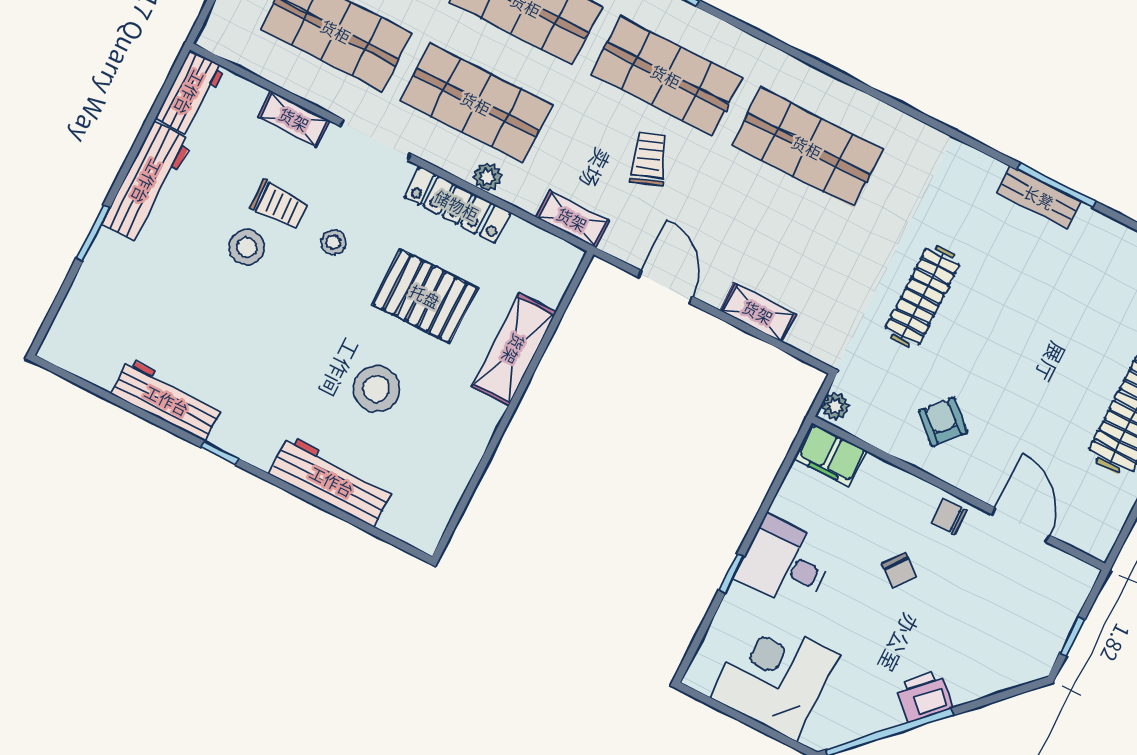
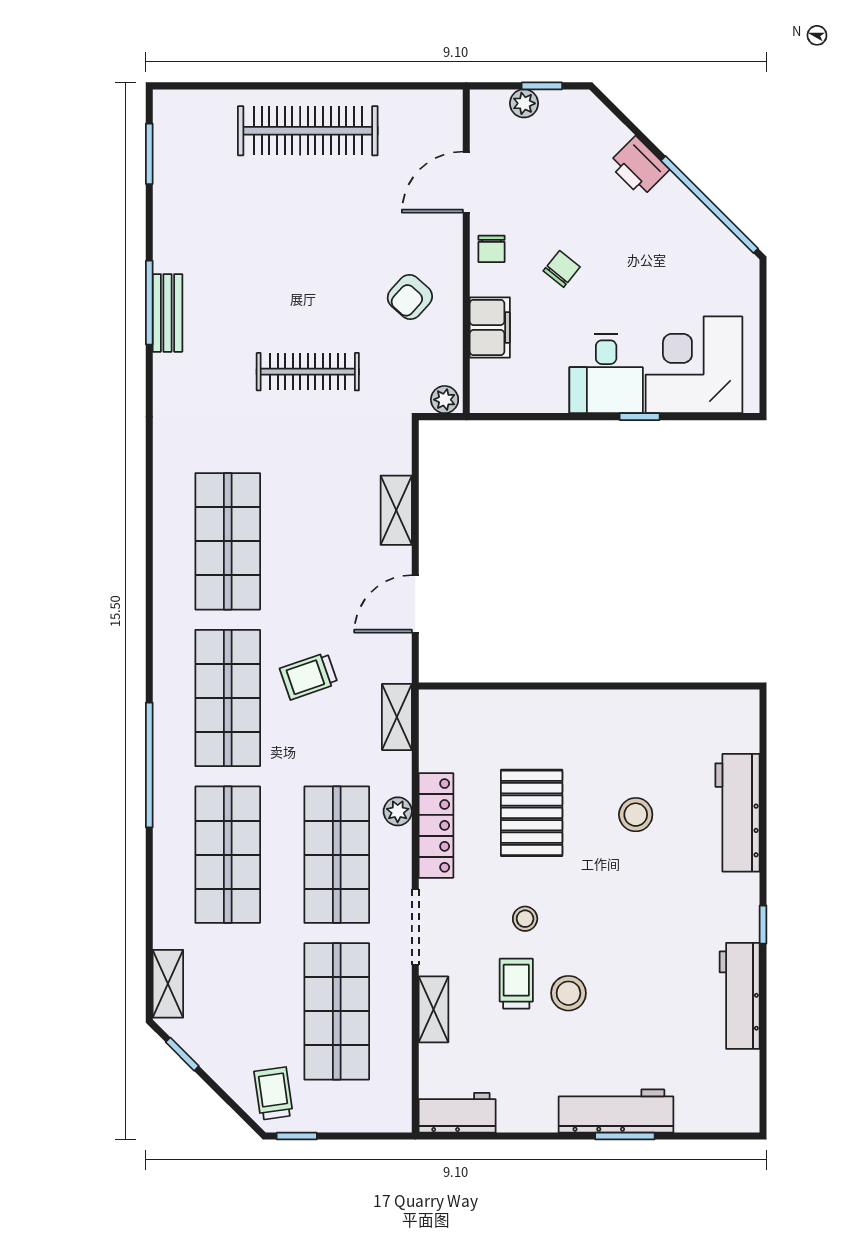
workbench: (147, 182) -> (616, 1111), moved
shelving: (514, 349) -> (539, 710), removed
stool: (376, 389) -> (636, 815), width x0.73, depth x0.73
filing cabinet: (831, 455) -> (490, 327), moved
plant: (1065, 612) -> (524, 103), added
corner desk: (775, 676) -> (694, 365), moved, turned 90
printer: (924, 696) -> (639, 167), moved

